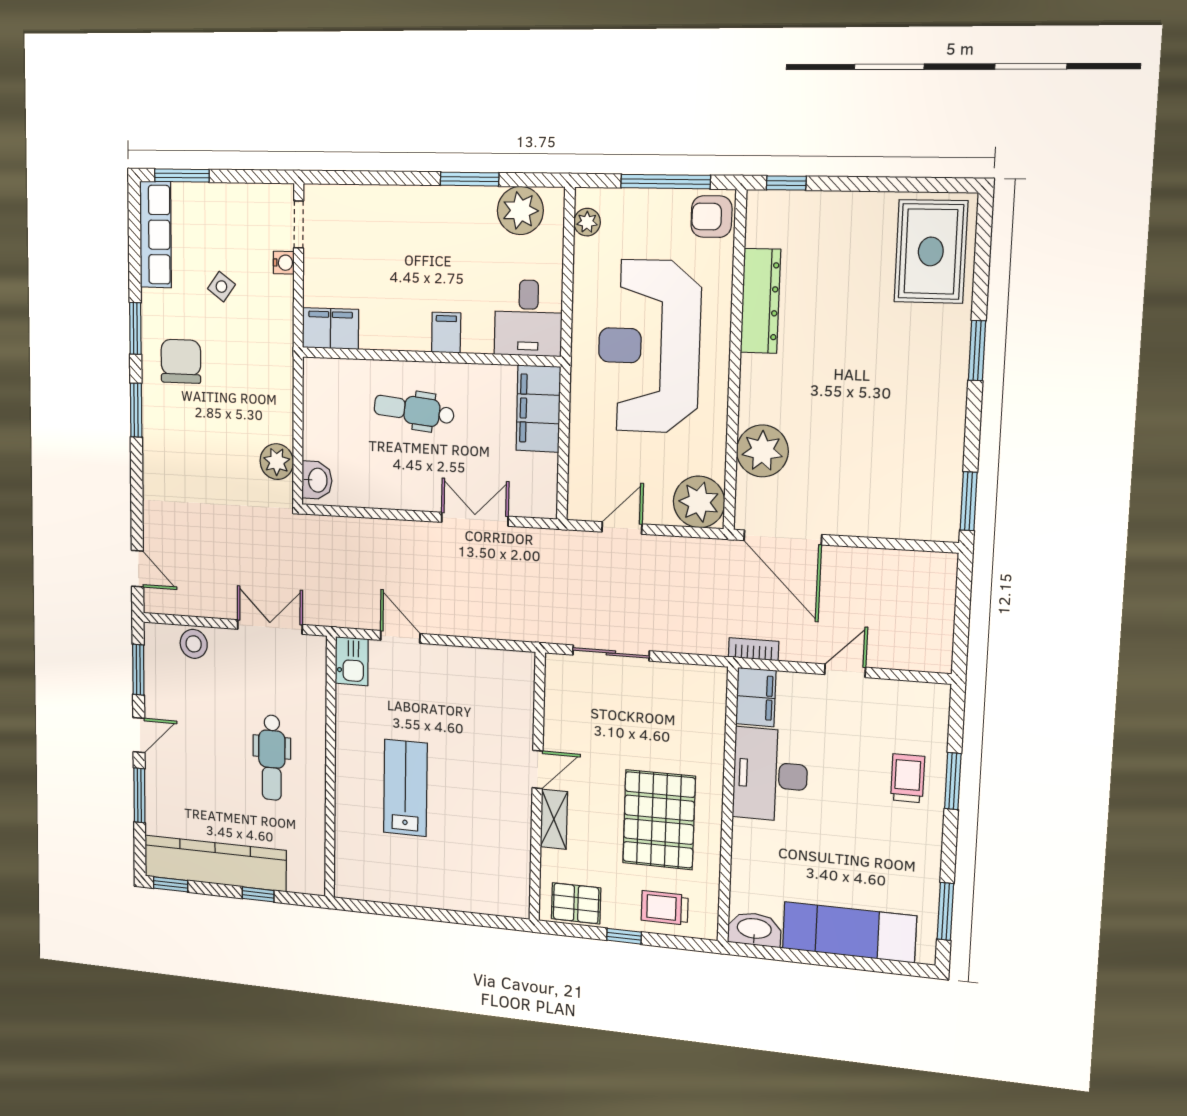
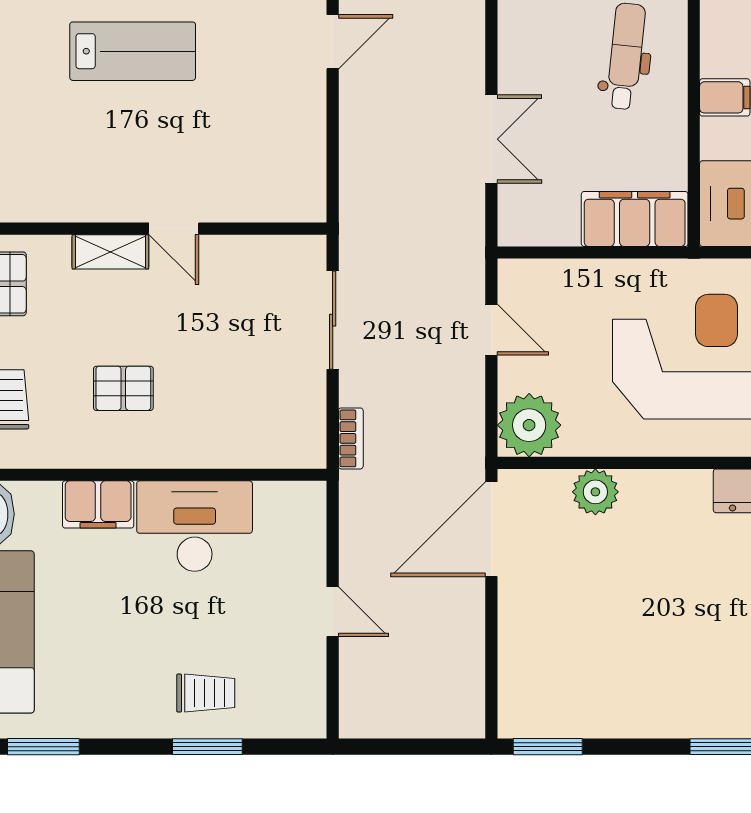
plant: (762, 451) -> (595, 492), width x0.73, depth x0.73
bookcase: (754, 649) -> (351, 438), moved
filing cabinet: (756, 697) -> (98, 504), moved
pallet: (659, 820) -> (123, 388), width x0.49, depth x0.50

